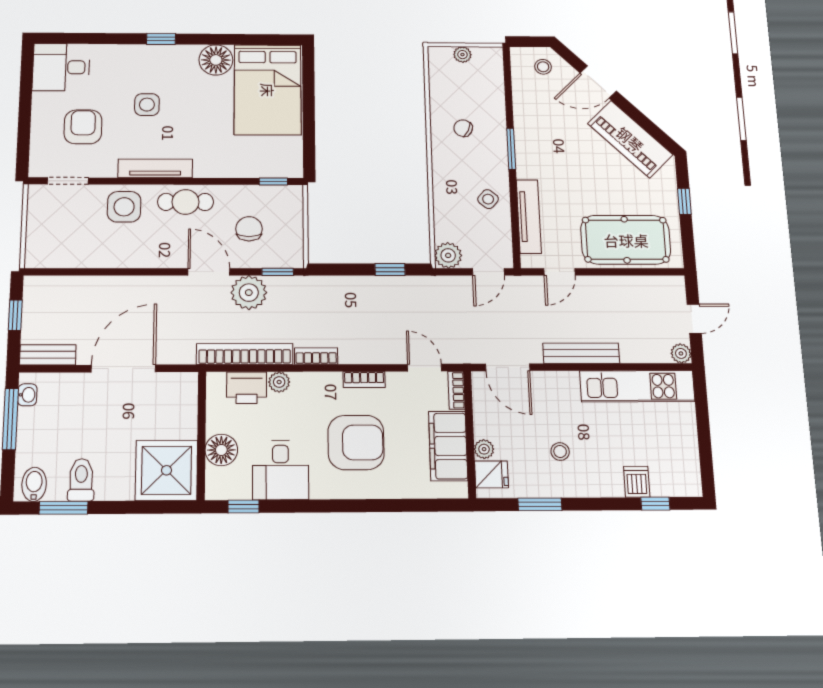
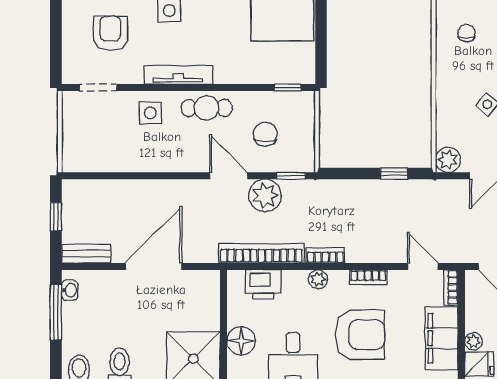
chair: (463, 128) -> (467, 33), turned 64
side table: (124, 207) -> (150, 113), width x0.73, depth x0.73
plant: (279, 382) -> (318, 279), moved

